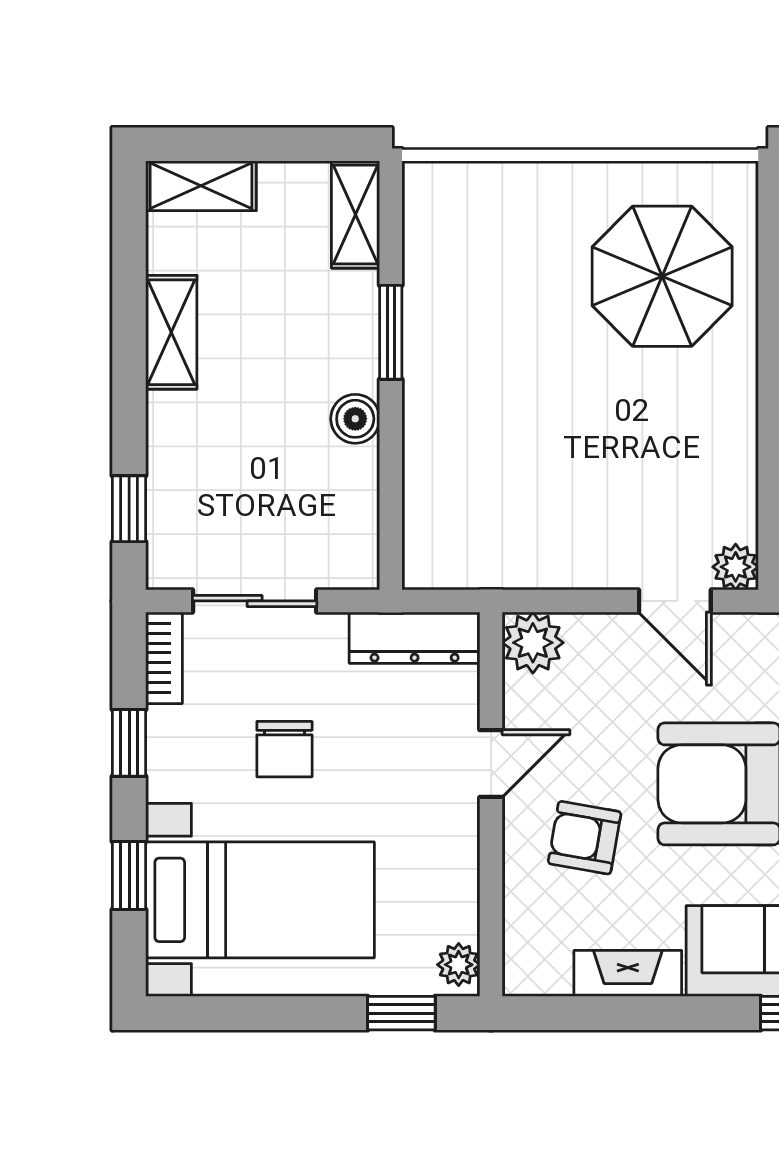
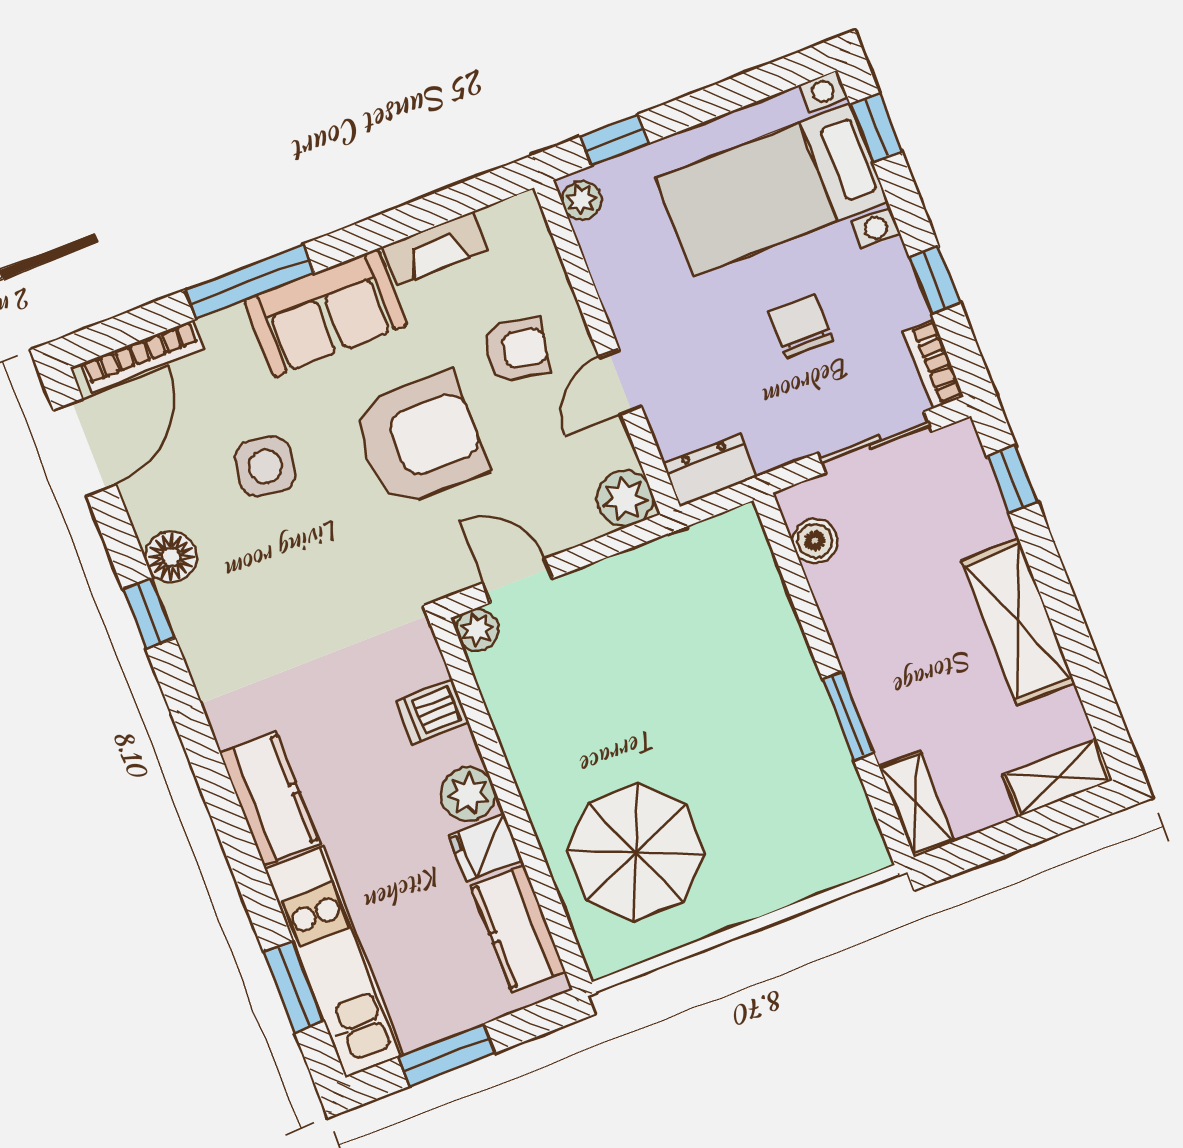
shelving: (171, 332) -> (1018, 622), width x1.50, depth x1.33
boiler: (355, 419) -> (815, 541), moved
dresser: (415, 638) -> (710, 470), width x0.70
window: (129, 876) -> (876, 128), moved

